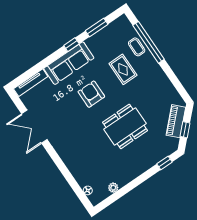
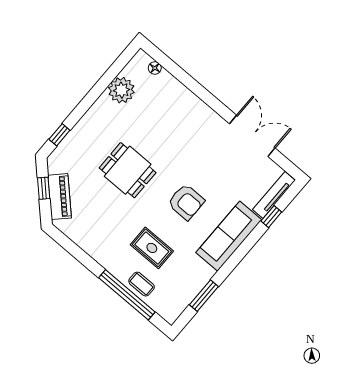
window: (71, 45) -> (271, 217), moved
dining table: (125, 126) -> (128, 170), width x0.73
plant: (113, 188) -> (121, 90), width x1.87, depth x1.87

